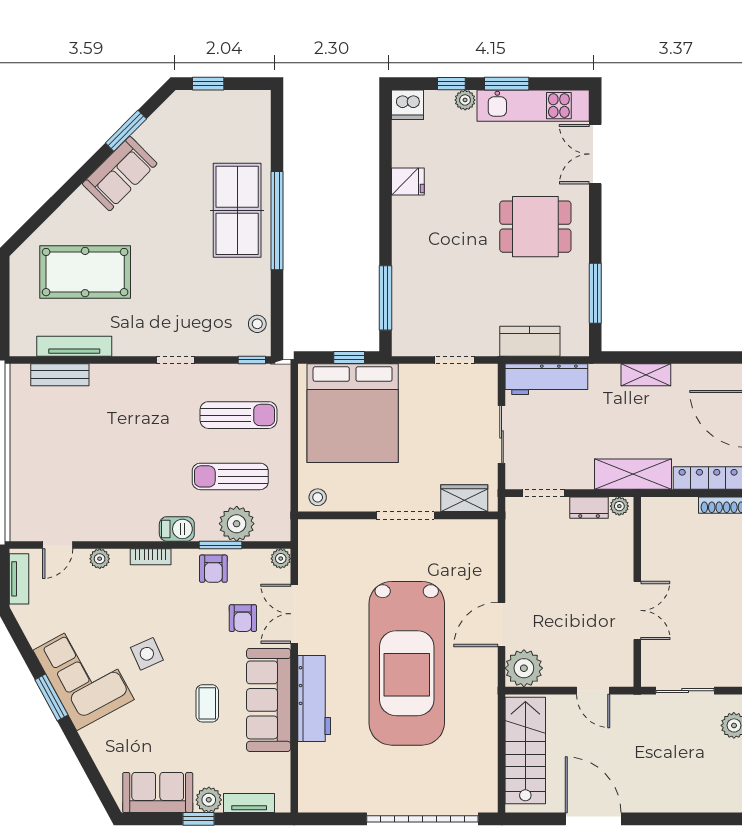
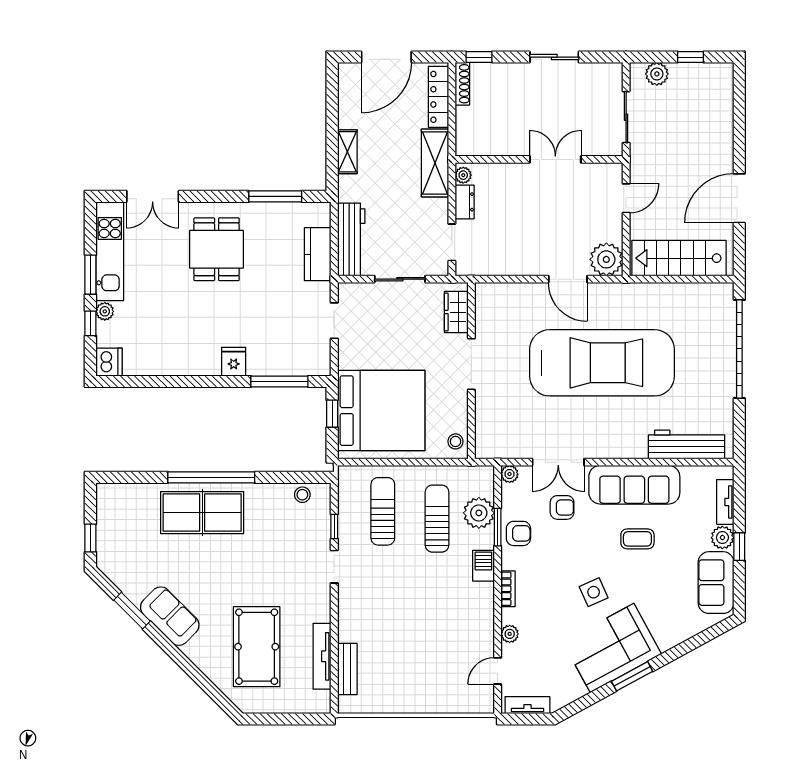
fridge: (408, 181) -> (234, 362), moved
window: (252, 360) -> (334, 527), moved
sun lounger: (230, 476) -> (437, 519), turned 180
door: (58, 545) -> (498, 671), swing flipped
workbench: (314, 698) -> (687, 444), moved

